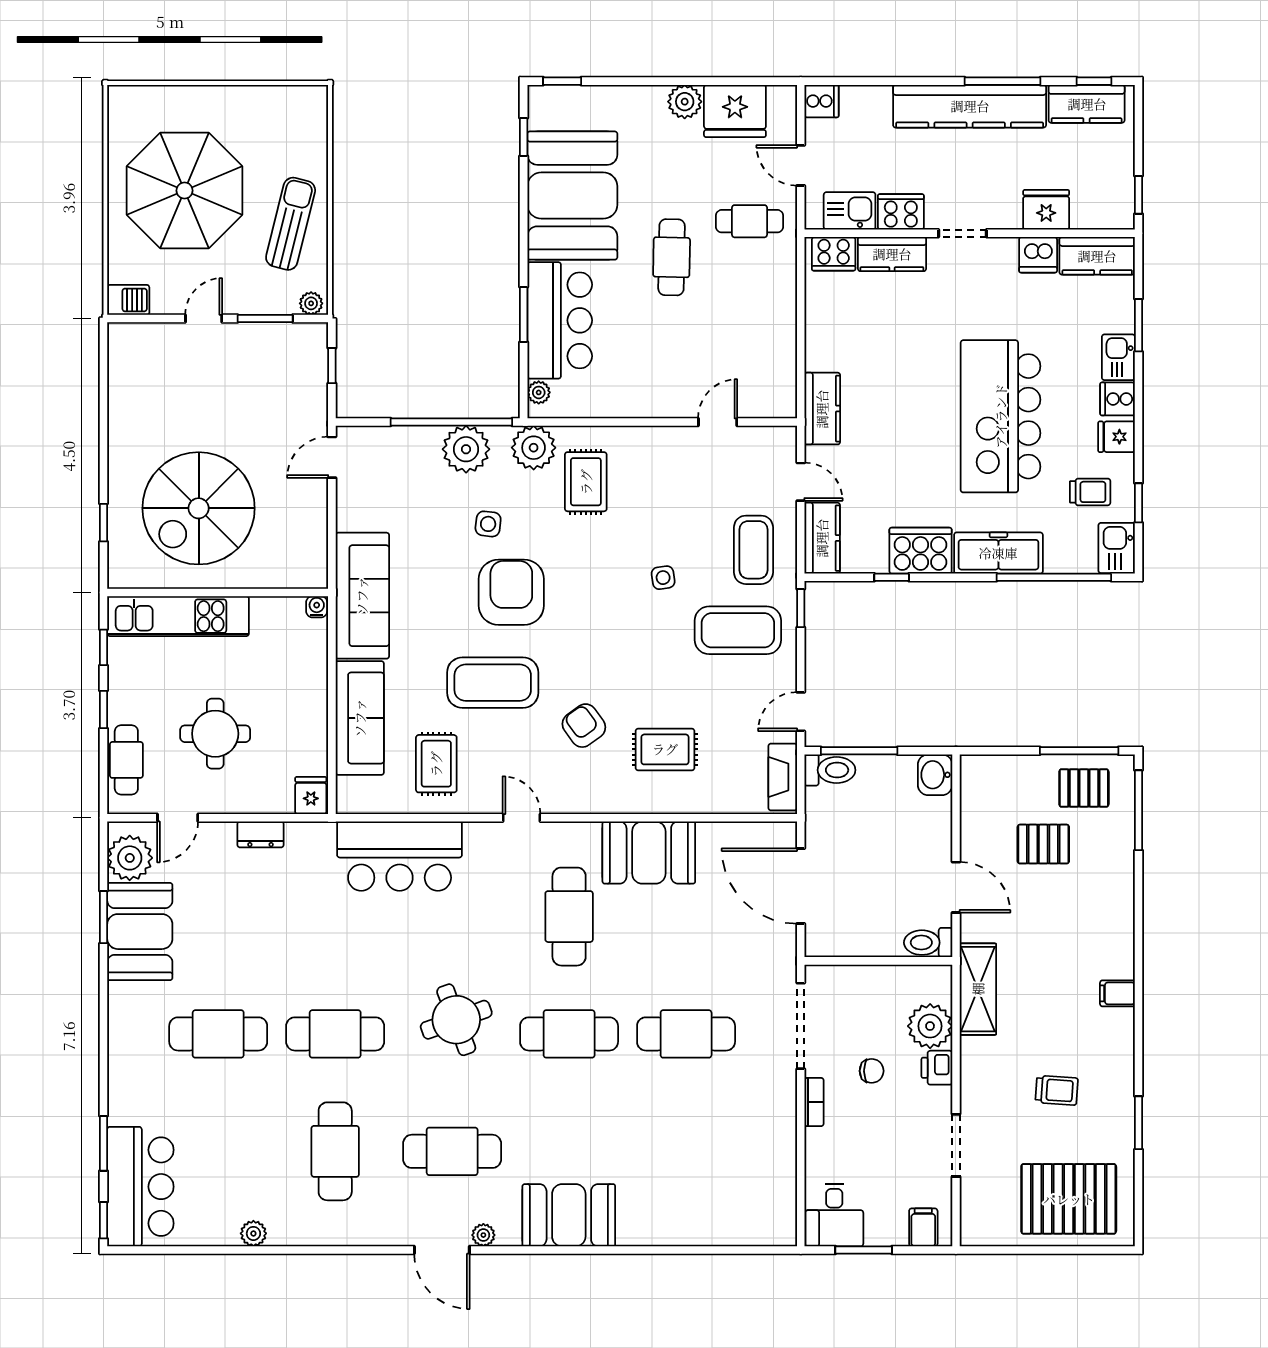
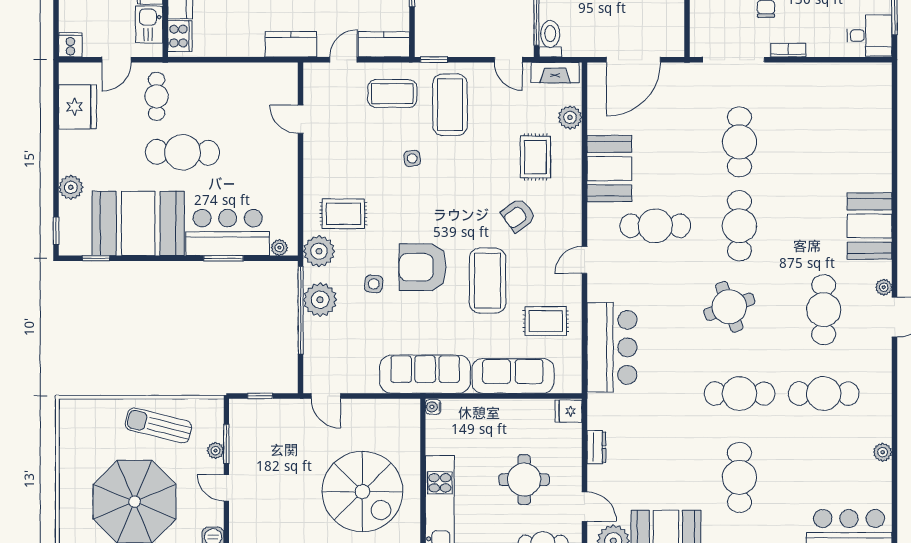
plant: (685, 102) -> (71, 187), moved
cafe table: (672, 257) -> (182, 152), width x1.37, depth x1.35
plant: (311, 303) -> (216, 451), moved
plant: (720, 798) -> (570, 117), added
cafe table: (335, 1034) -> (739, 394), turned 90

